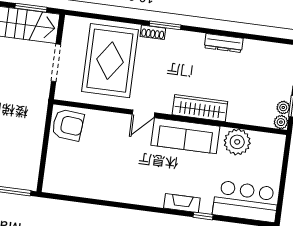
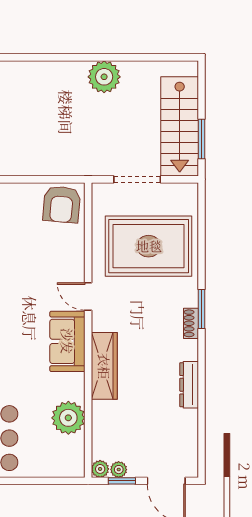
shoe rack: (153, 32) -> (191, 323), moved
sofa: (185, 136) -> (67, 341), width x0.73

